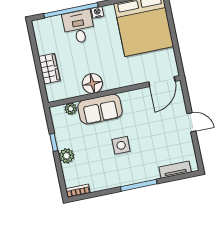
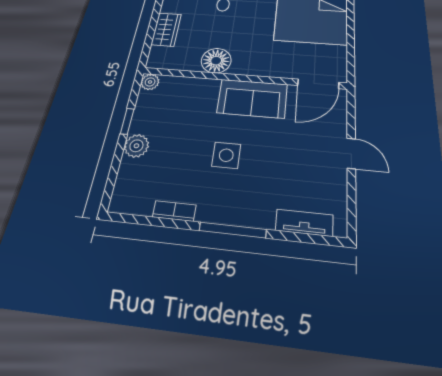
plant: (71, 109) -> (150, 82), moved
sofa: (100, 109) -> (252, 99), moved
bookcase: (78, 191) -> (174, 211), moved

